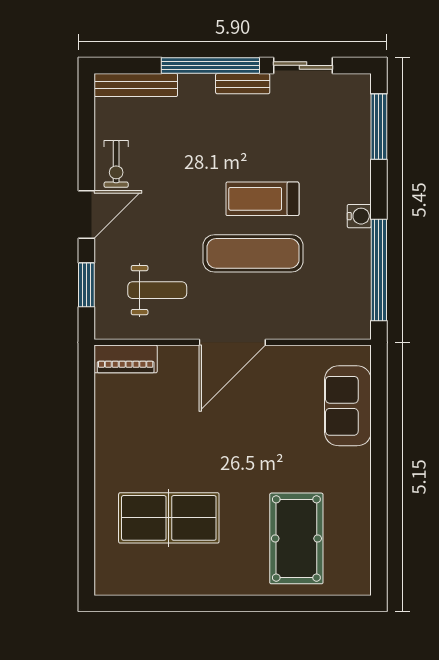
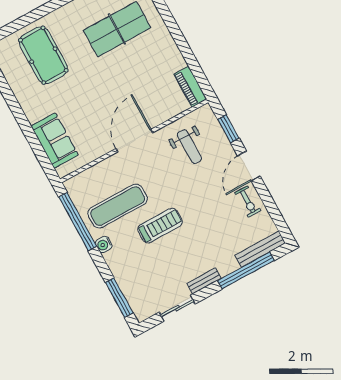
window: (210, 65) -> (246, 270), moved
exercise bike: (116, 164) -> (248, 202), turned 180
exercise mat: (253, 253) -> (118, 206), moved
weight bench: (157, 290) -> (189, 147), turned -90
piano: (126, 359) -> (190, 87), moved, turned -90

